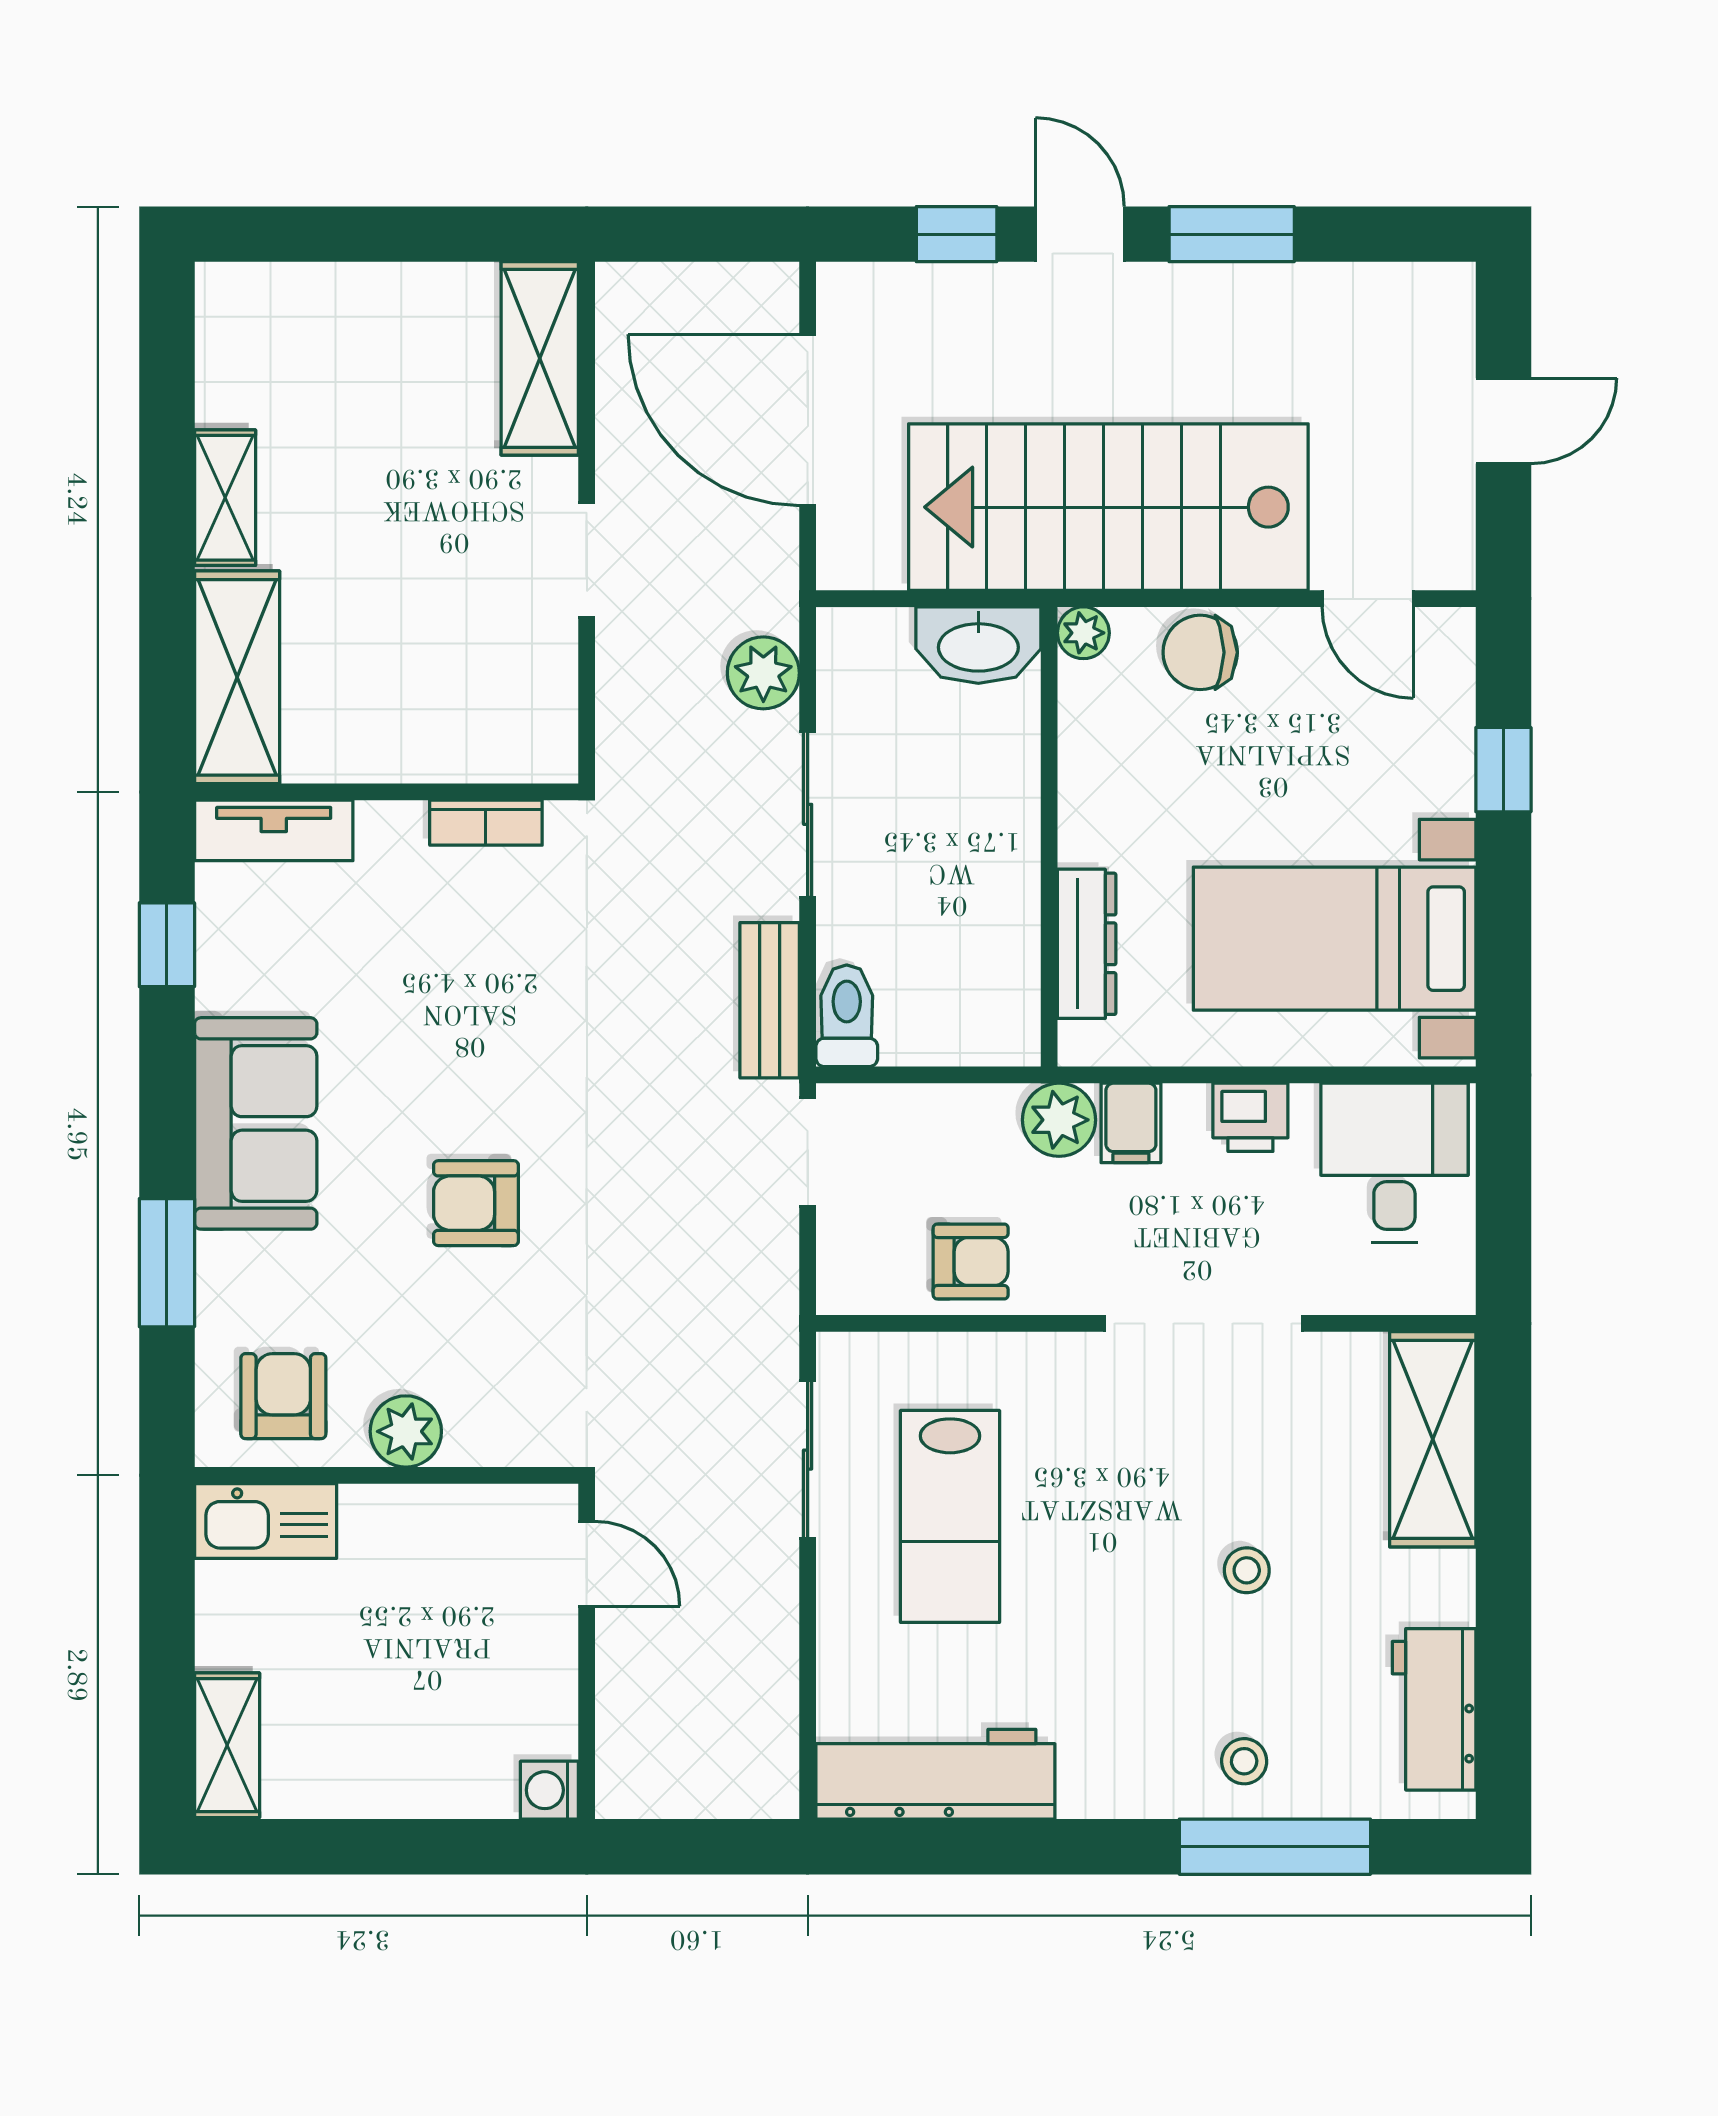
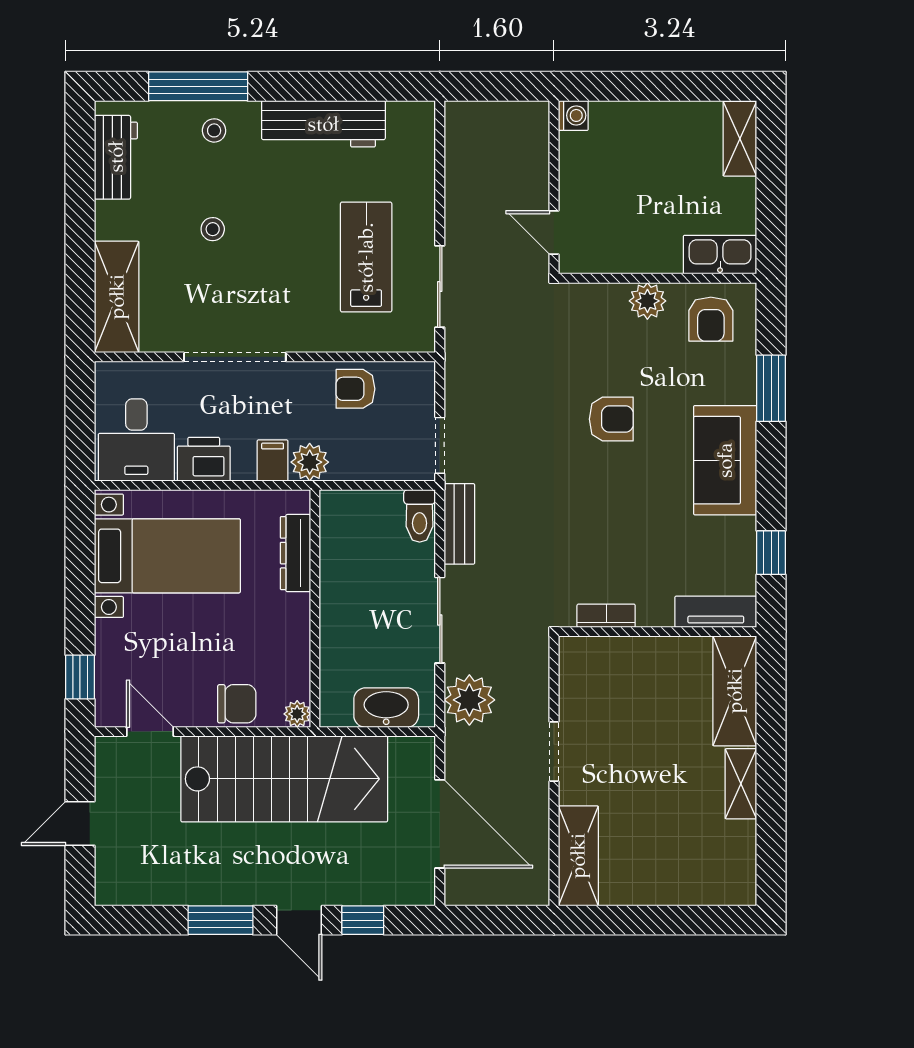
washbasin: (978, 645) -> (386, 708), moved
plant: (763, 673) -> (469, 700), width x1.36, depth x1.36
window: (1503, 770) -> (80, 677), moved
printer: (1250, 1117) -> (204, 459), width x1.36, depth x1.24
workbench: (935, 1774) -> (323, 124), moved

